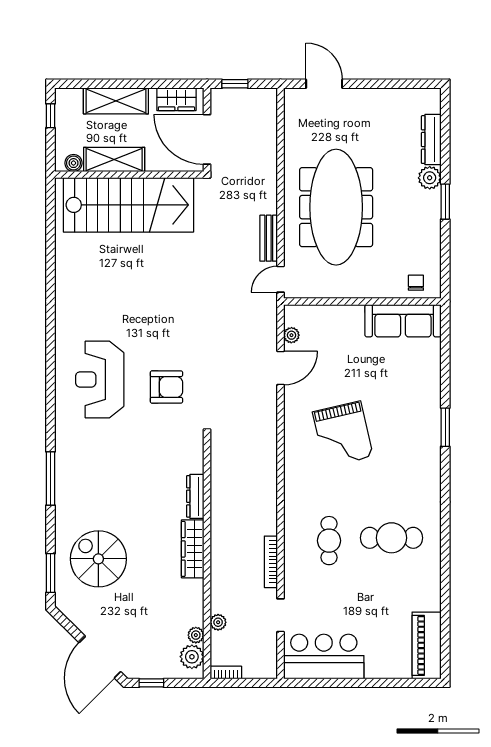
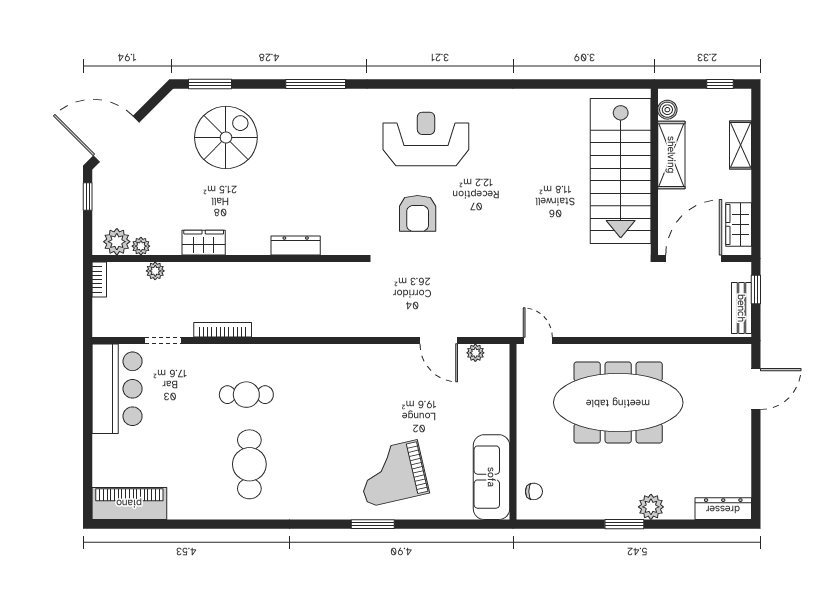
shelving: (116, 101) -> (740, 145), width x0.67, depth x0.75
dresser: (431, 140) -> (723, 509), moved
bench: (269, 238) -> (741, 308), moved, turned 90
grand piano: (343, 434) -> (392, 473), moved
wardrobe: (193, 549) -> (204, 243), moved, width x0.67

